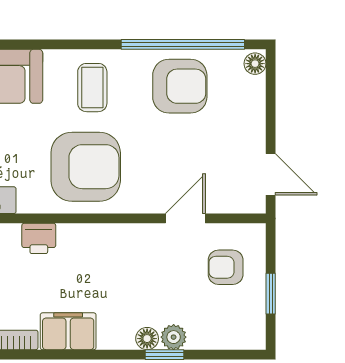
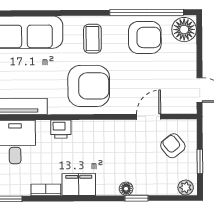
floor lamp: (255, 64) -> (184, 30), width x1.89, depth x1.89
armchair: (226, 267) -> (173, 146), turned 51
plant: (174, 337) -> (186, 188), moved

